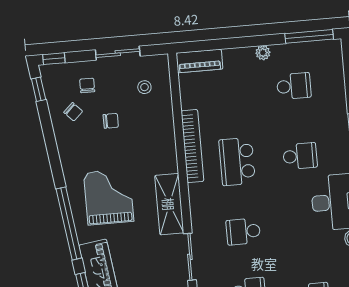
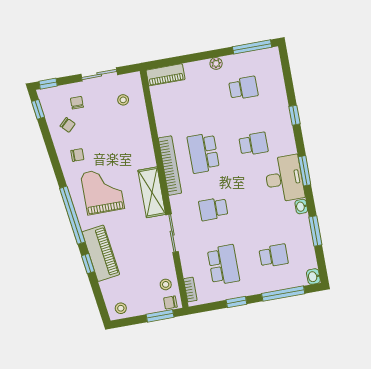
chair: (111, 121) -> (77, 155), moved
bookcase: (192, 146) -> (170, 166), moved

